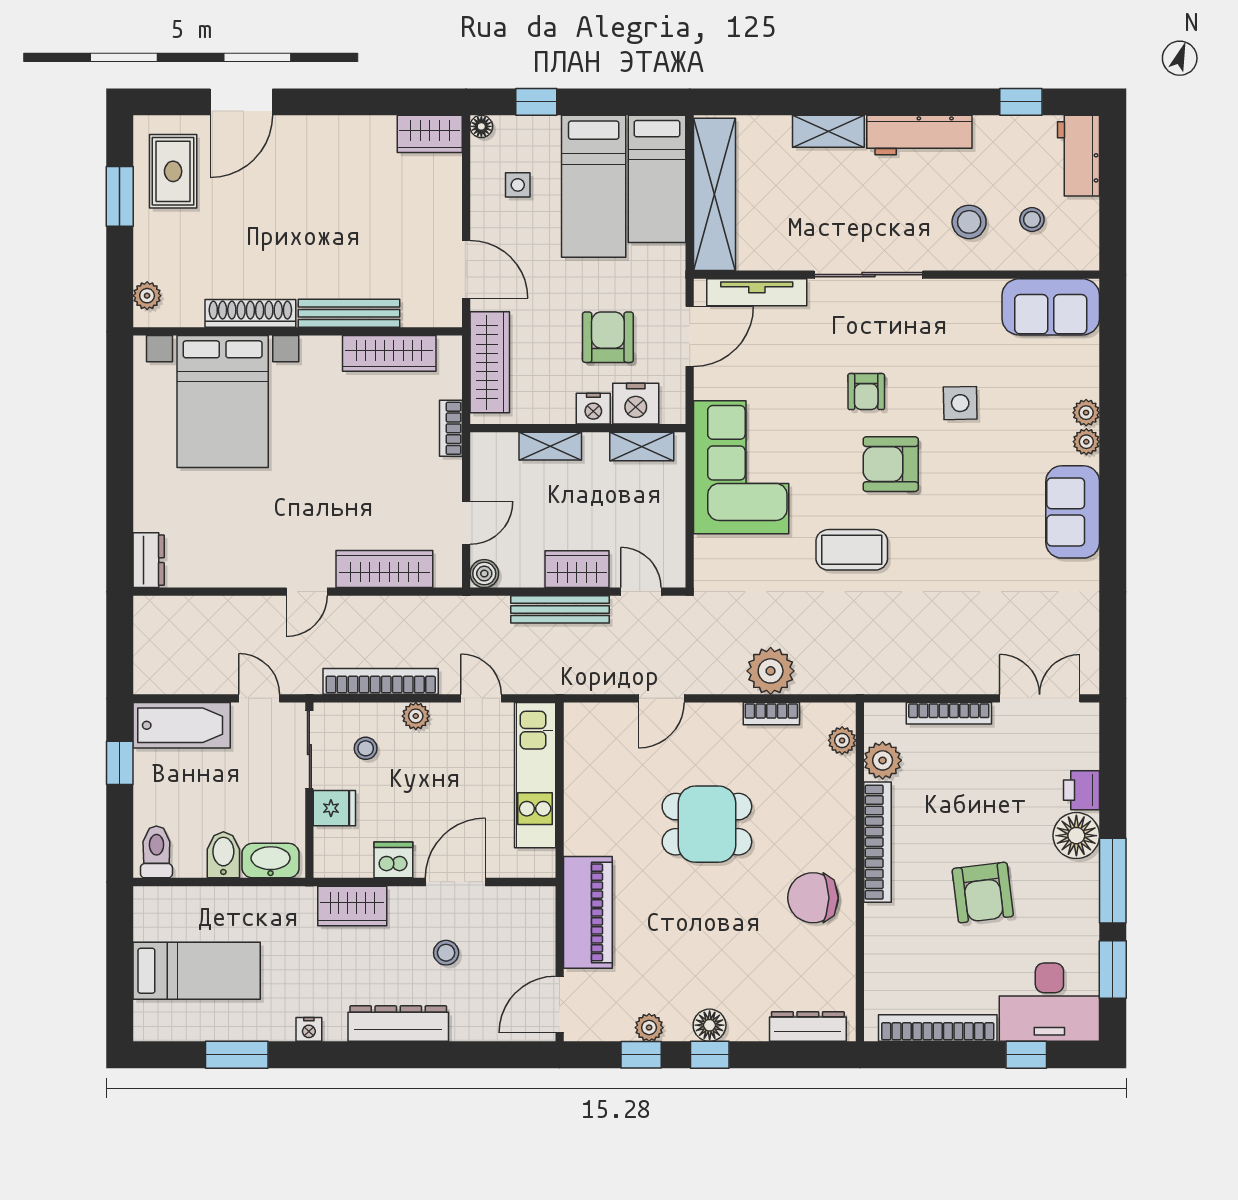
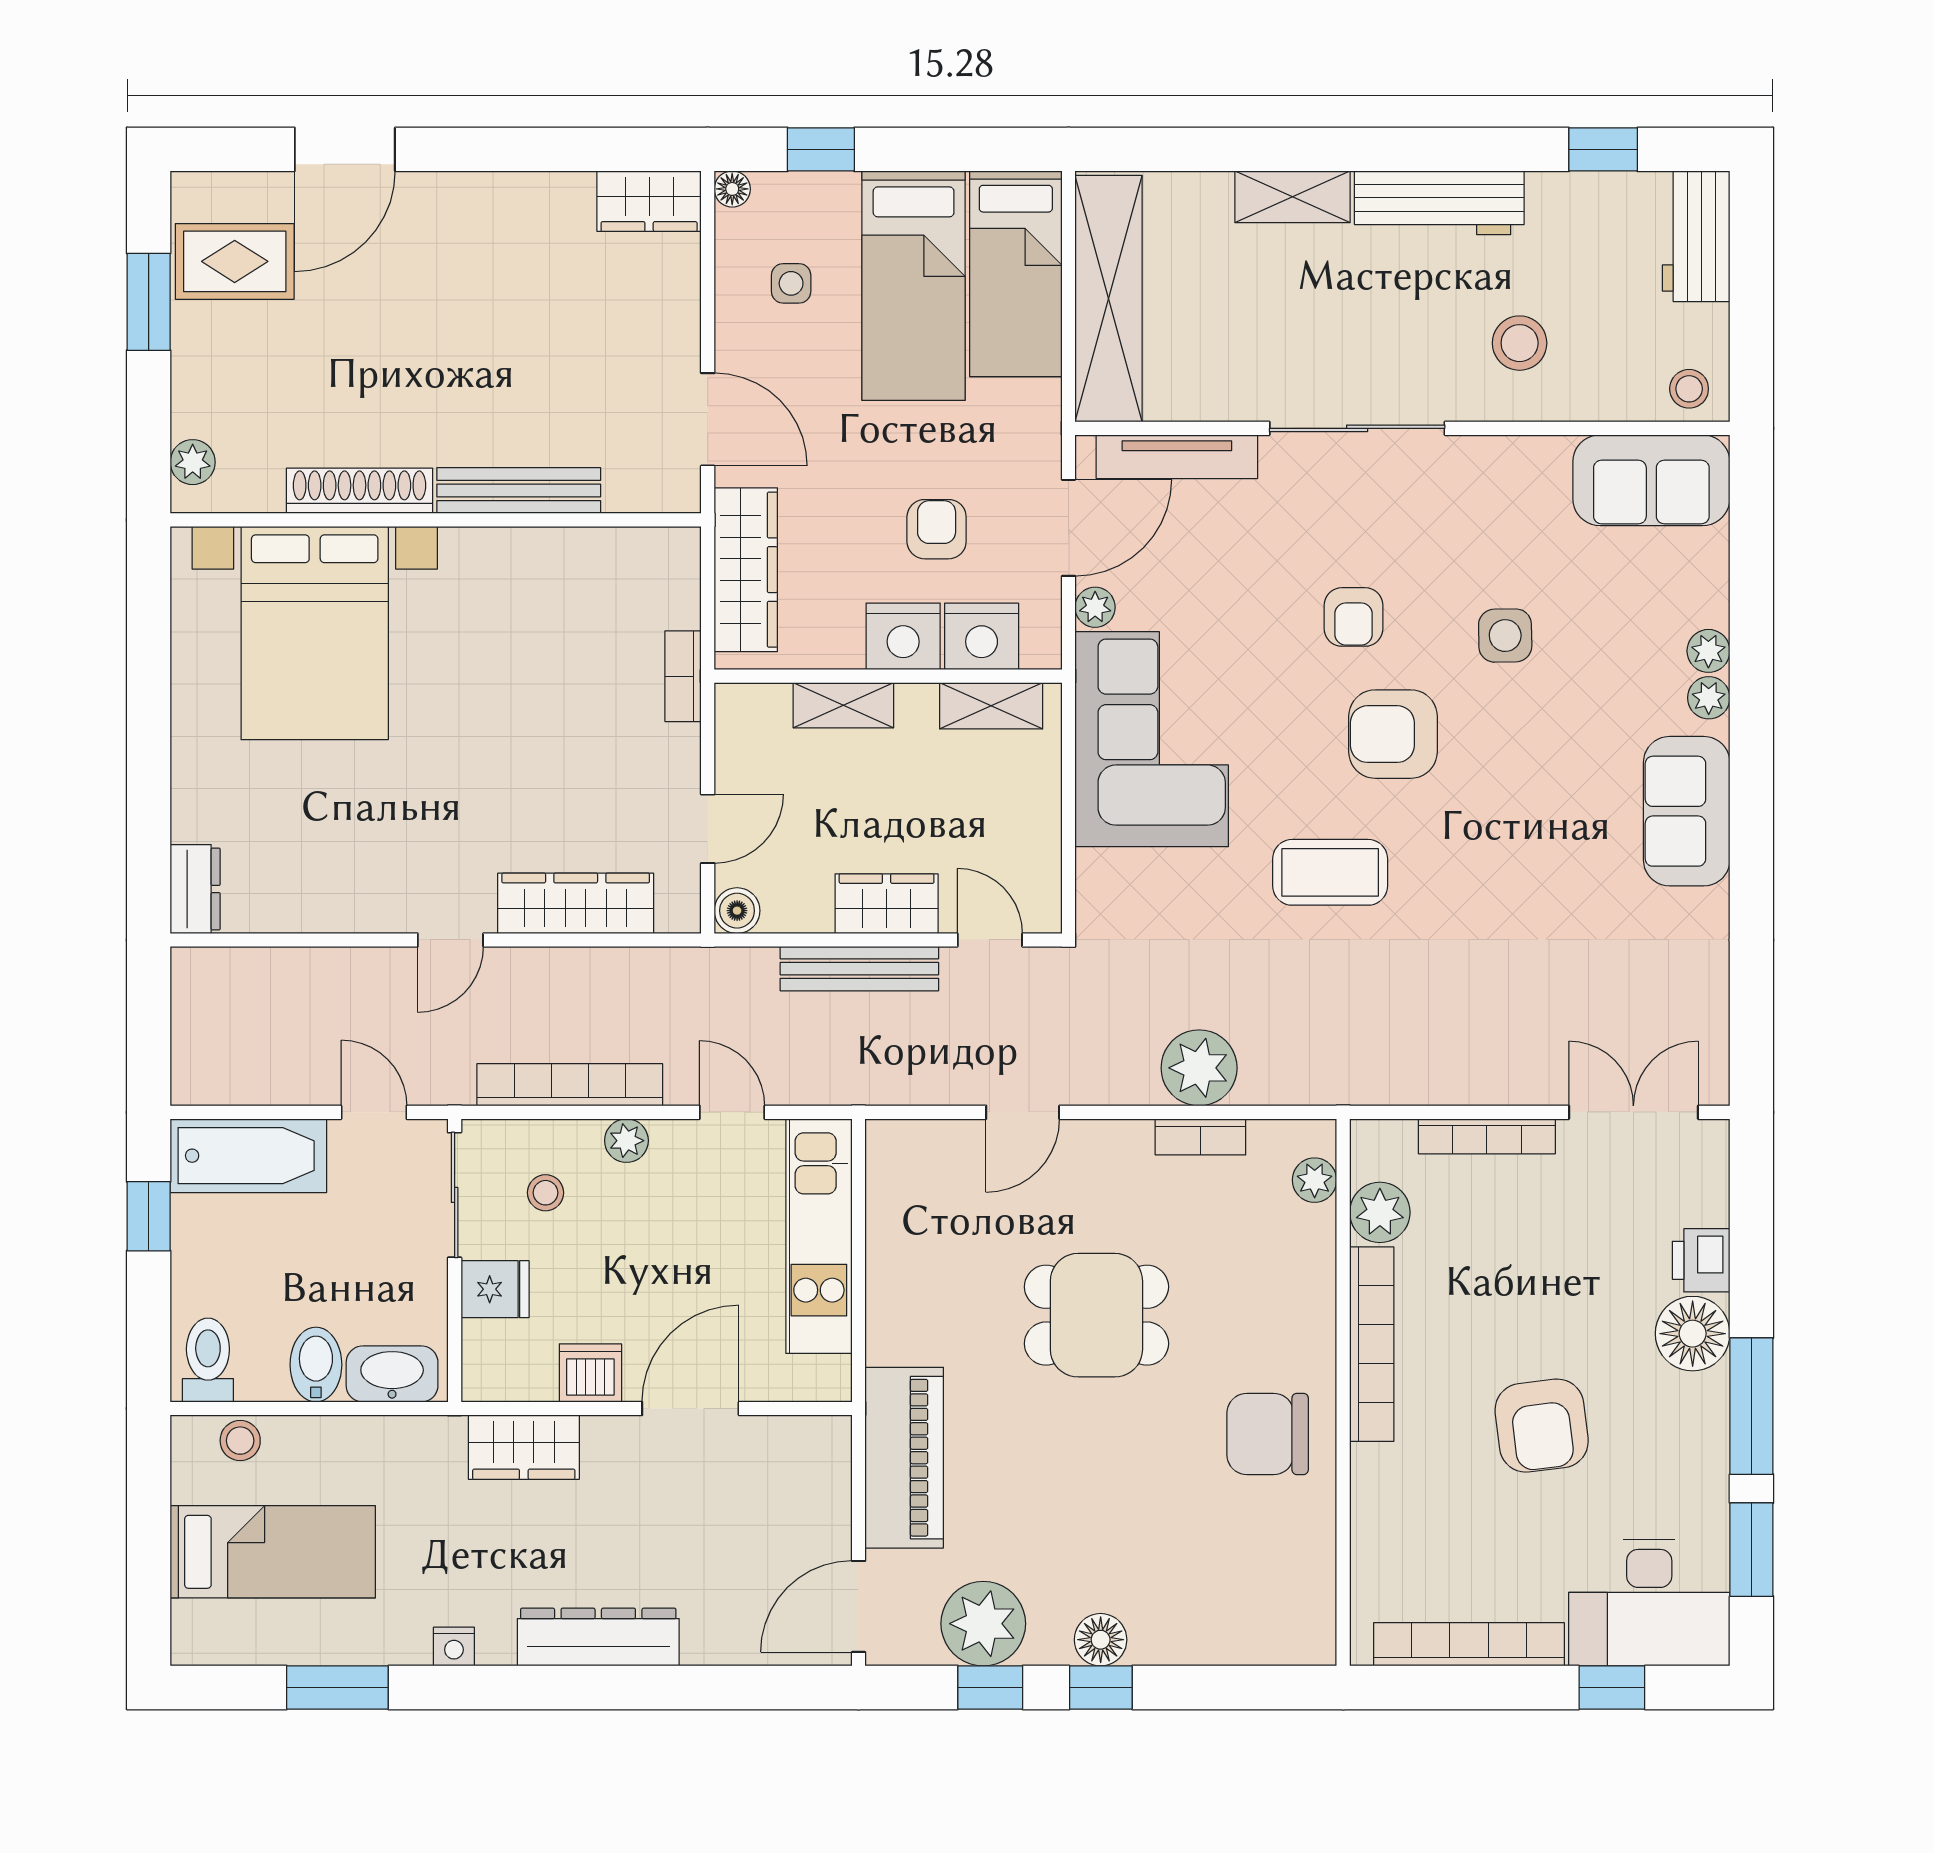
rug: (173, 171) -> (235, 261), turned 90
stool: (1032, 220) -> (1689, 389), moved
armchair: (608, 337) -> (937, 529), width x0.72, depth x0.72
wardrobe: (389, 353) -> (584, 555), removed
plant: (706, 386) -> (1095, 607), added
nightstand: (593, 409) -> (903, 636), width x1.36, depth x1.33
stool: (446, 953) -> (240, 1441), moved
dresser: (808, 1027) -> (1259, 1642), removed
plant: (649, 1028) -> (983, 1624), width x1.88, depth x1.88

